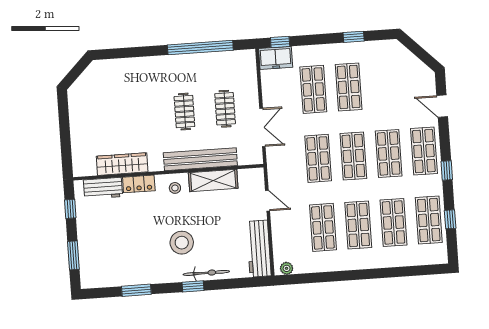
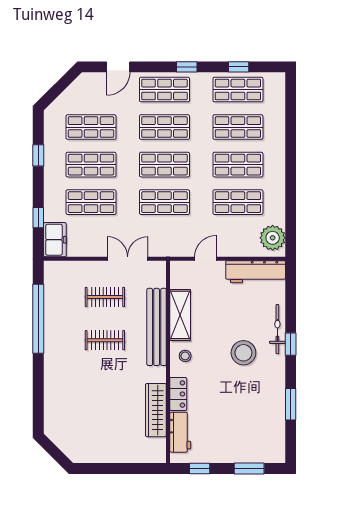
window: (280, 42) -> (38, 218), moved
shop shelf: (384, 84) -> (91, 127), added
plant: (287, 268) -> (273, 238), width x1.87, depth x1.87

